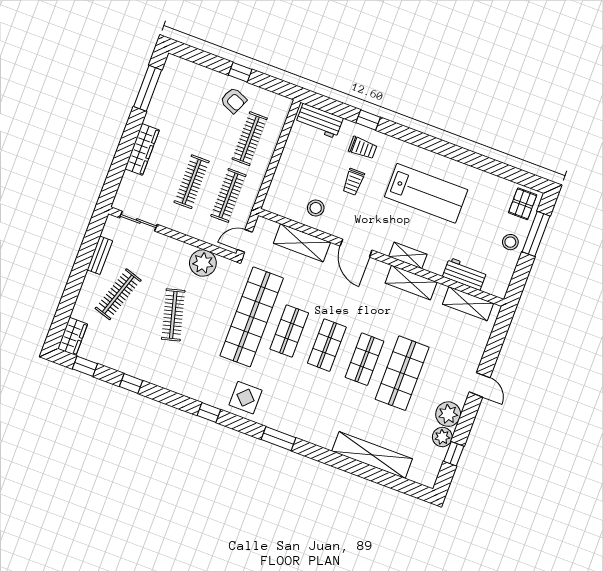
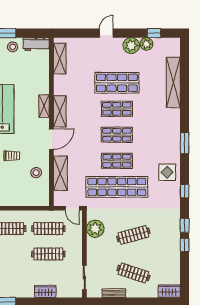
wardrobe: (142, 149) -> (45, 291), width x0.67
workbench: (465, 274) -> (36, 44), moved, turned -90
shelving: (411, 283) -> (60, 111), moved
window: (85, 366) -> (185, 225), moved

